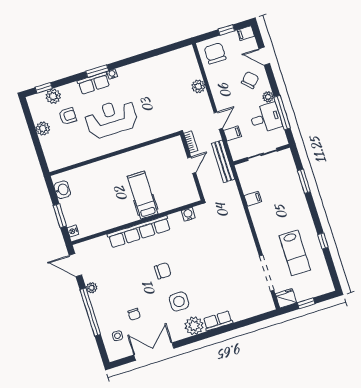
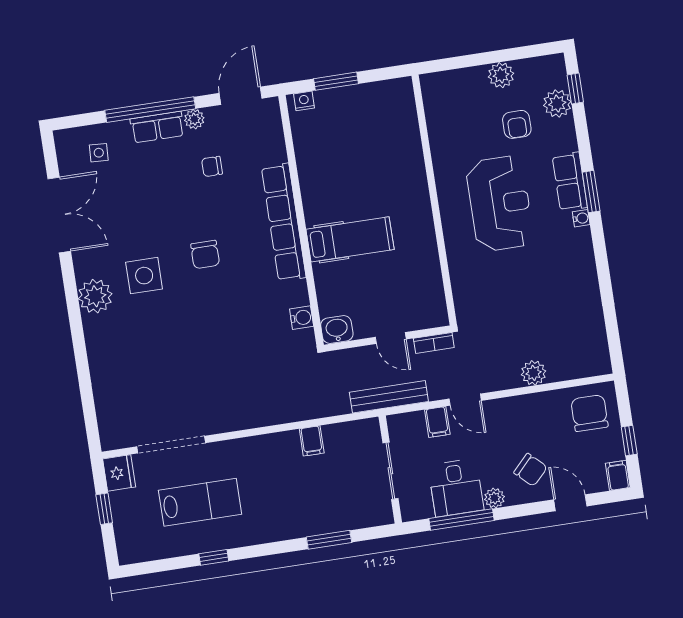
chair: (215, 53) -> (589, 413), turned -90
door: (264, 56) -> (570, 503), hinge flipped
washbasin: (62, 190) -> (337, 330), moved, turned 180
lab bench: (295, 253) -> (200, 502), turned 180
chair: (134, 314) -> (212, 166), moved
row of seats: (218, 321) -> (157, 127), moved, turned 90

